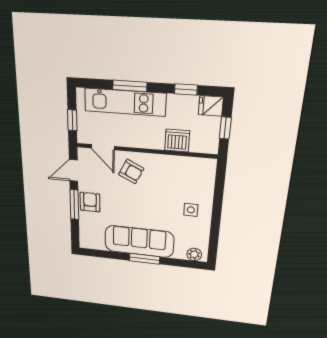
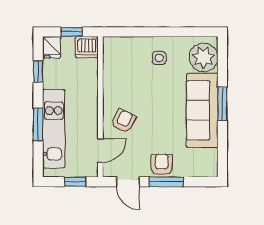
dishwasher: (177, 141) -> (87, 47), moved, turned -90
armchair: (90, 202) -> (162, 164), turned 90
plant: (194, 254) -> (204, 57), width x1.87, depth x1.87

